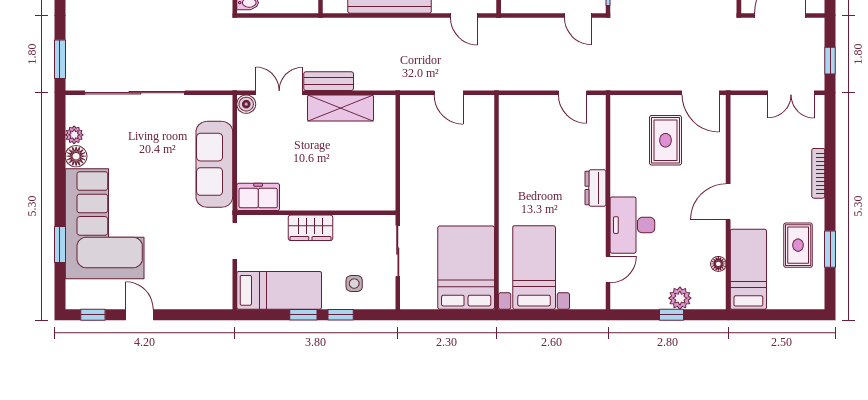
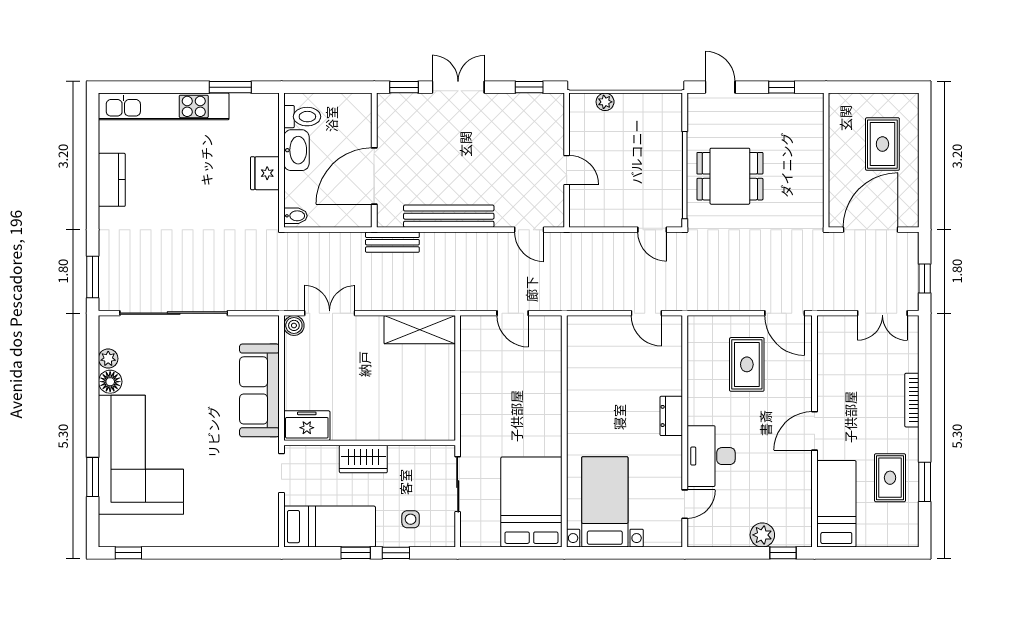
bench: (329, 81) -> (392, 242), moved
shelving: (340, 108) -> (420, 330), moved
floor lamp: (718, 264) -> (804, 498), removed
door: (140, 315) -> (179, 553), removed
window: (671, 315) -> (783, 553), moved

